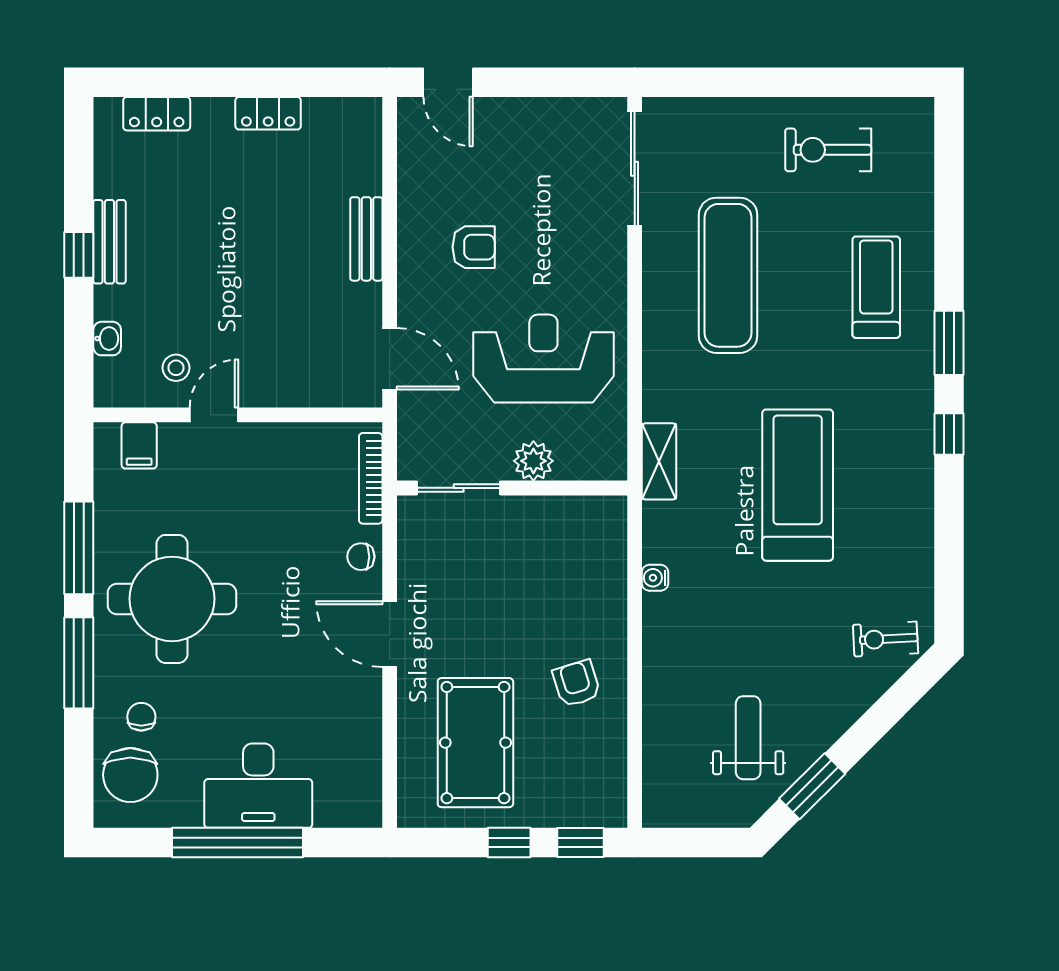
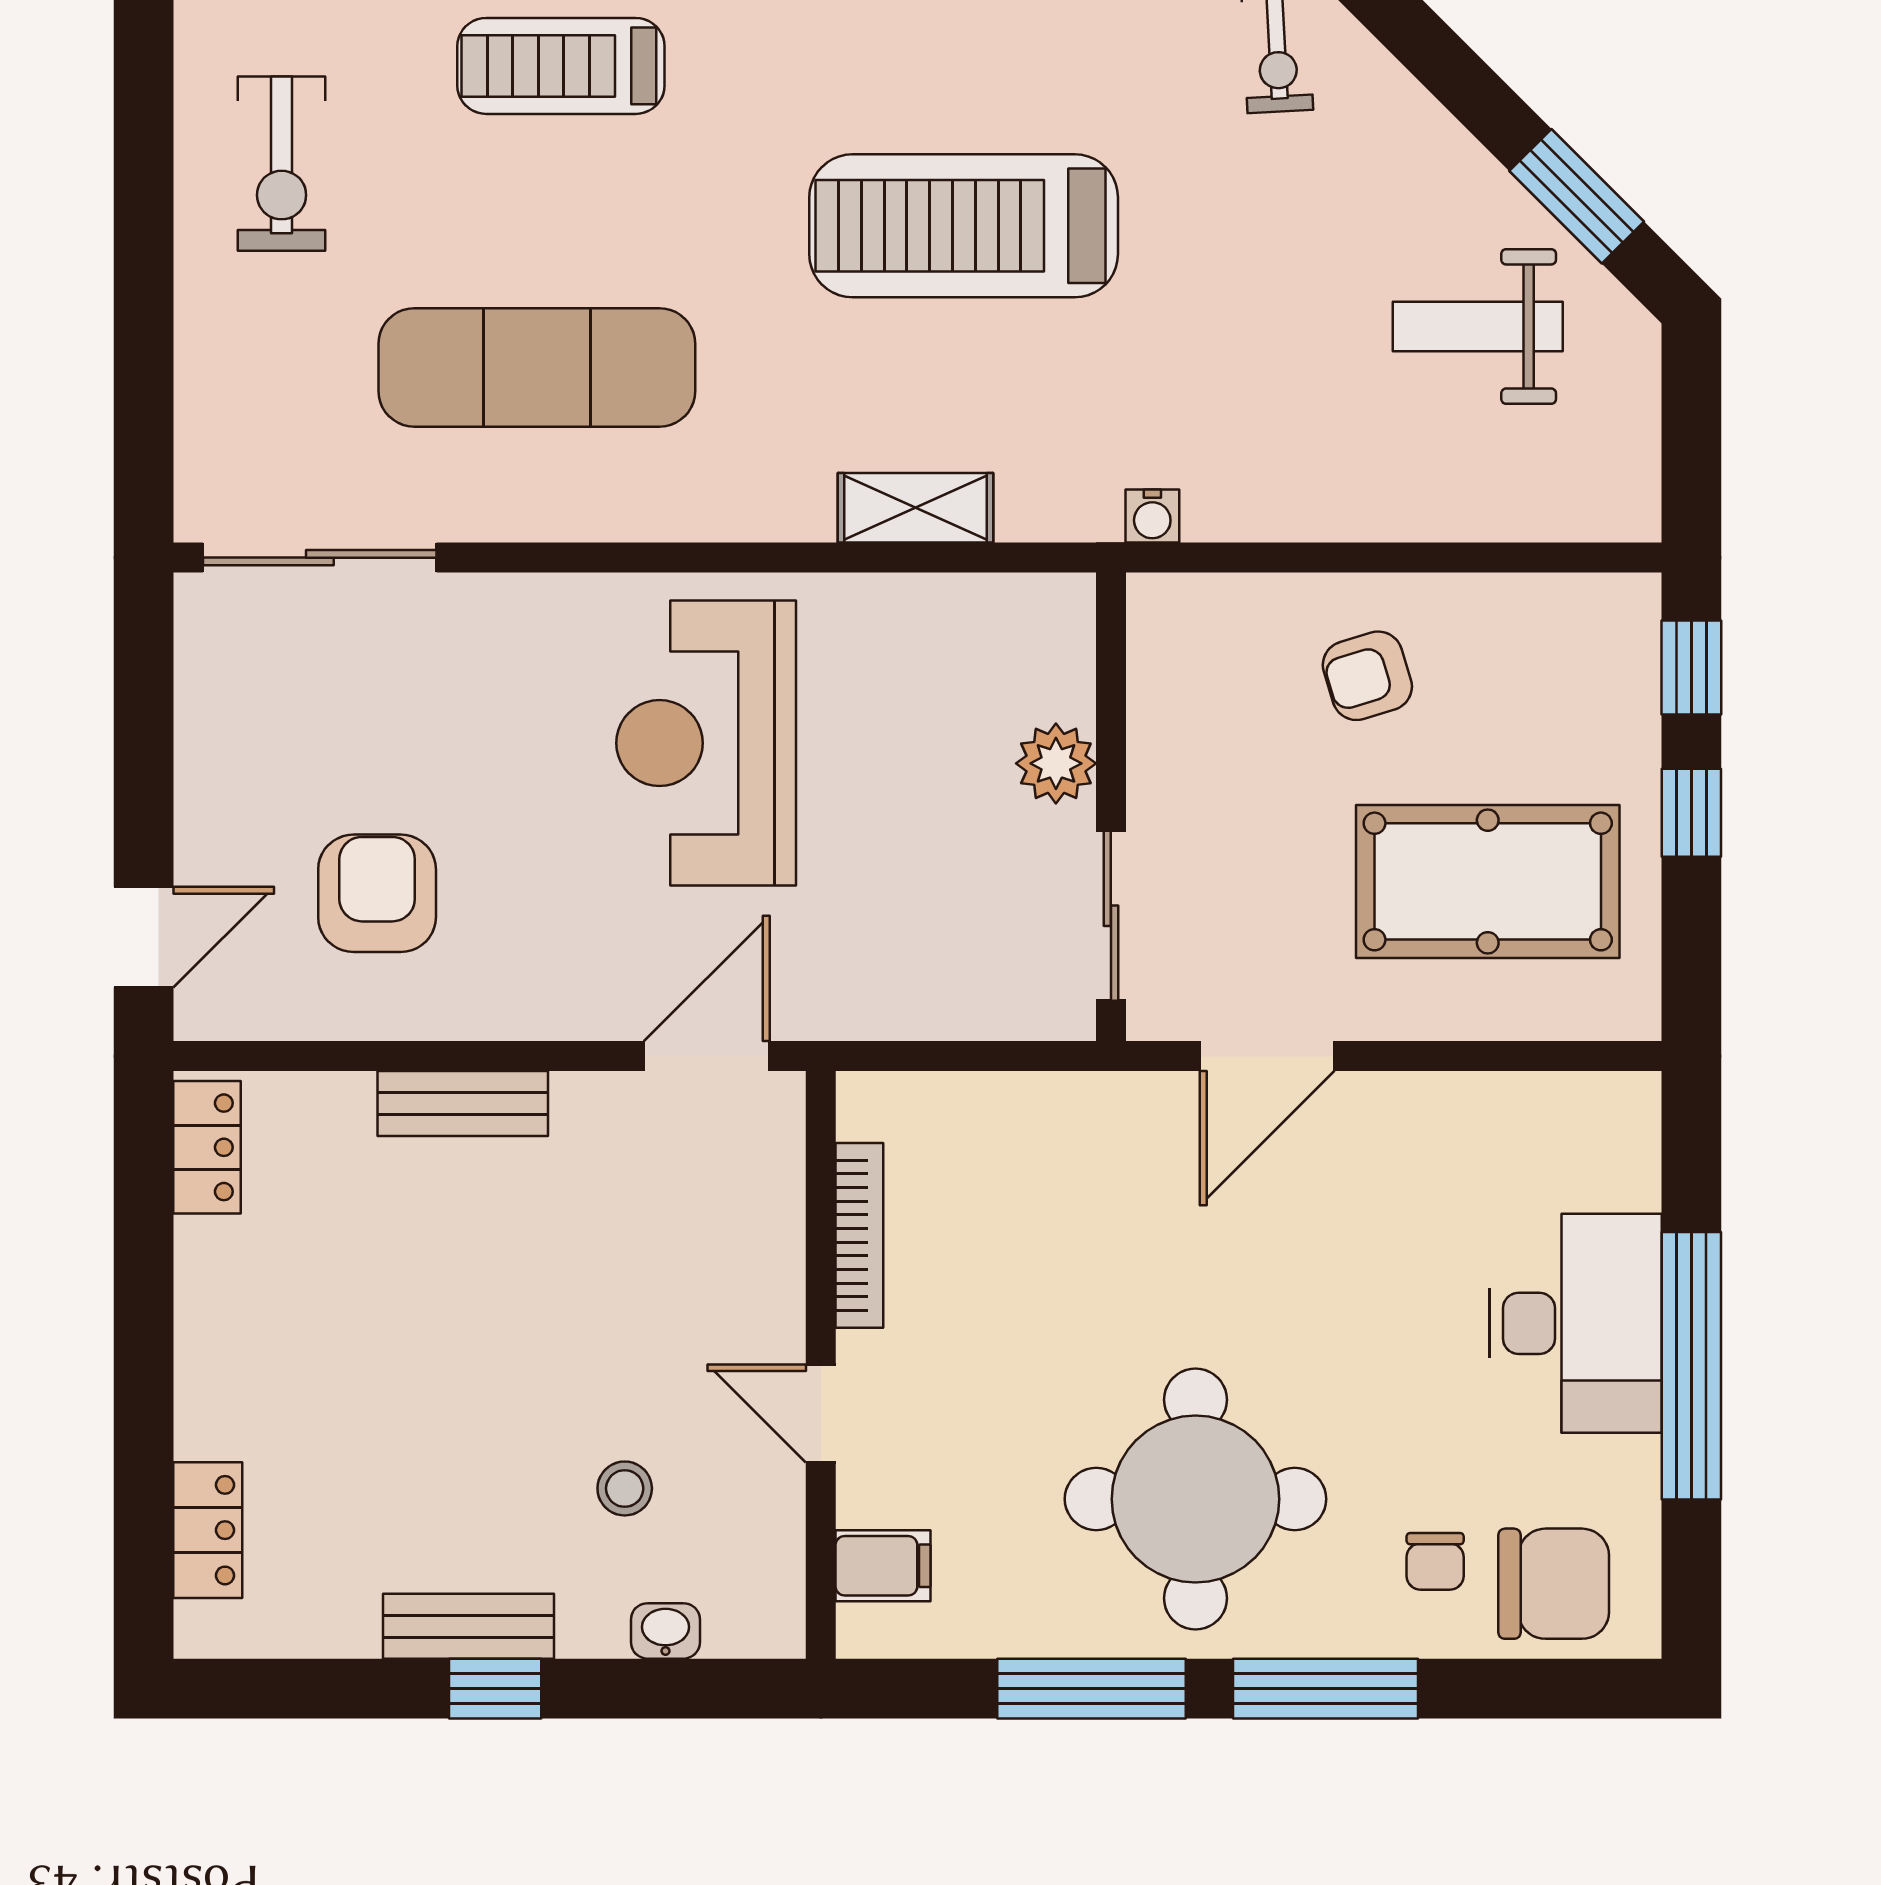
locker: (268, 113) -> (207, 1147), moved
armchair: (474, 247) -> (377, 893), moved, width x1.38, depth x1.38
stool: (176, 368) -> (625, 1488), moved
plant: (533, 461) -> (1056, 763), moved
bookcase: (371, 478) -> (859, 1235), moved, turned -90
sliding door: (459, 488) -> (1111, 916), moved
wall: (512, 488) -> (1111, 807), moved
chair: (361, 557) -> (1109, 1115), removed
chair: (141, 717) -> (1435, 1561), turned -90

